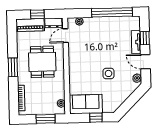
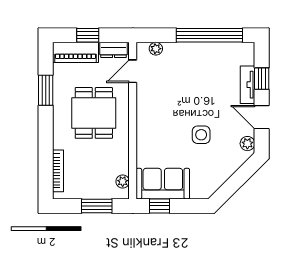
window: (13, 67) -> (46, 90), moved
window: (96, 118) -> (159, 206), moved

